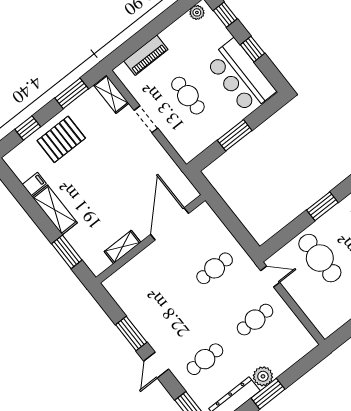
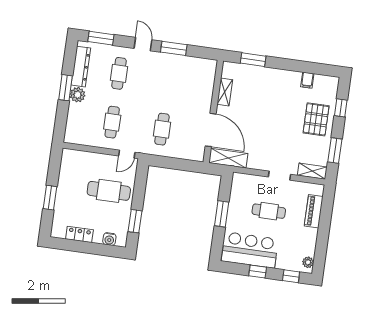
shelving: (55, 210) -> (228, 158), moved

